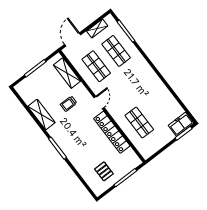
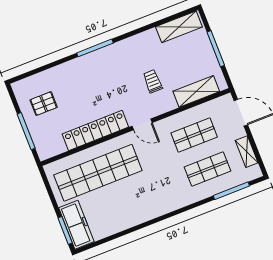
shelving: (41, 115) -> (179, 27), moved
shop shelf: (139, 123) -> (98, 173), width x2.00, depth x1.36
freezer: (181, 124) -> (76, 225), width x1.40

